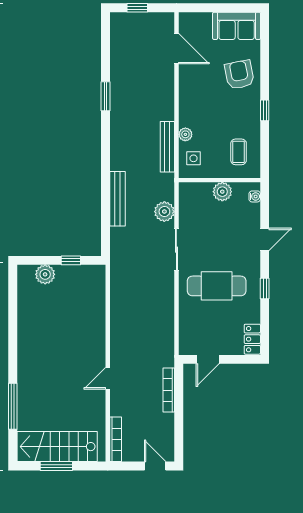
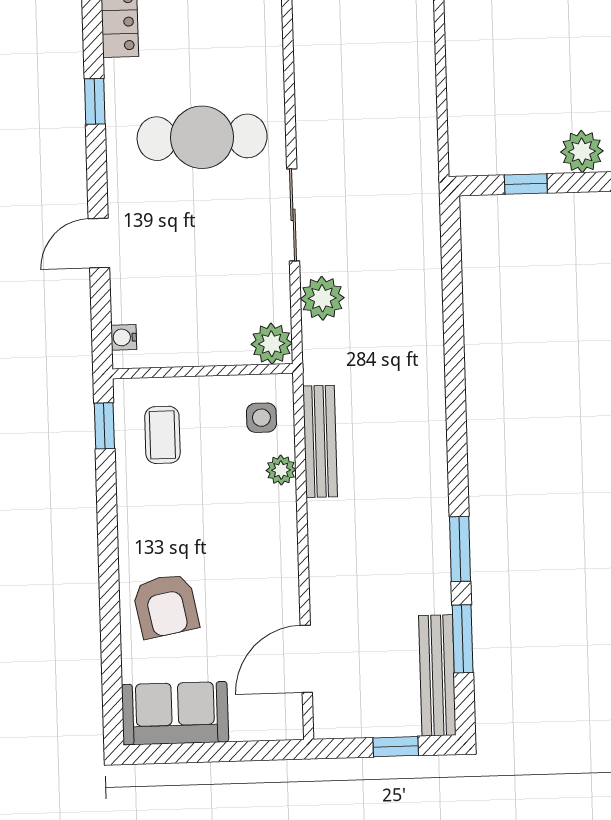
door: (176, 49) -> (306, 659), hinge flipped
window: (106, 56) -> (463, 639), added
window: (265, 110) -> (104, 426), moved
plant: (222, 192) -> (272, 344), moved
bench: (117, 199) -> (437, 675), moved
window: (265, 288) -> (95, 101), moved

